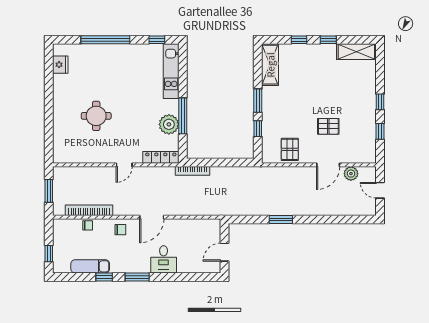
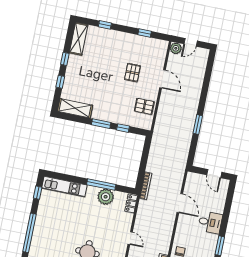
window: (380, 102) -> (105, 25), moved
locker: (161, 157) -> (131, 203), width x0.66
plant: (351, 174) -> (176, 48), moved
door: (152, 217) -> (180, 203), moved

